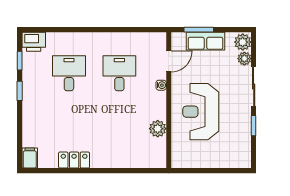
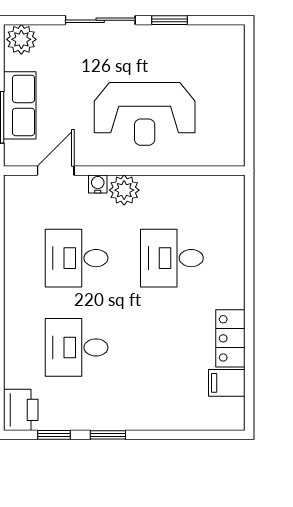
plant: (244, 59) -> (51, 36), removed
door: (169, 61) -> (56, 171), hinge flipped
desk: (119, 127) -> (172, 258), added
plant: (158, 129) -> (124, 190), moved
filing cabinet: (30, 158) -> (227, 383), moved

